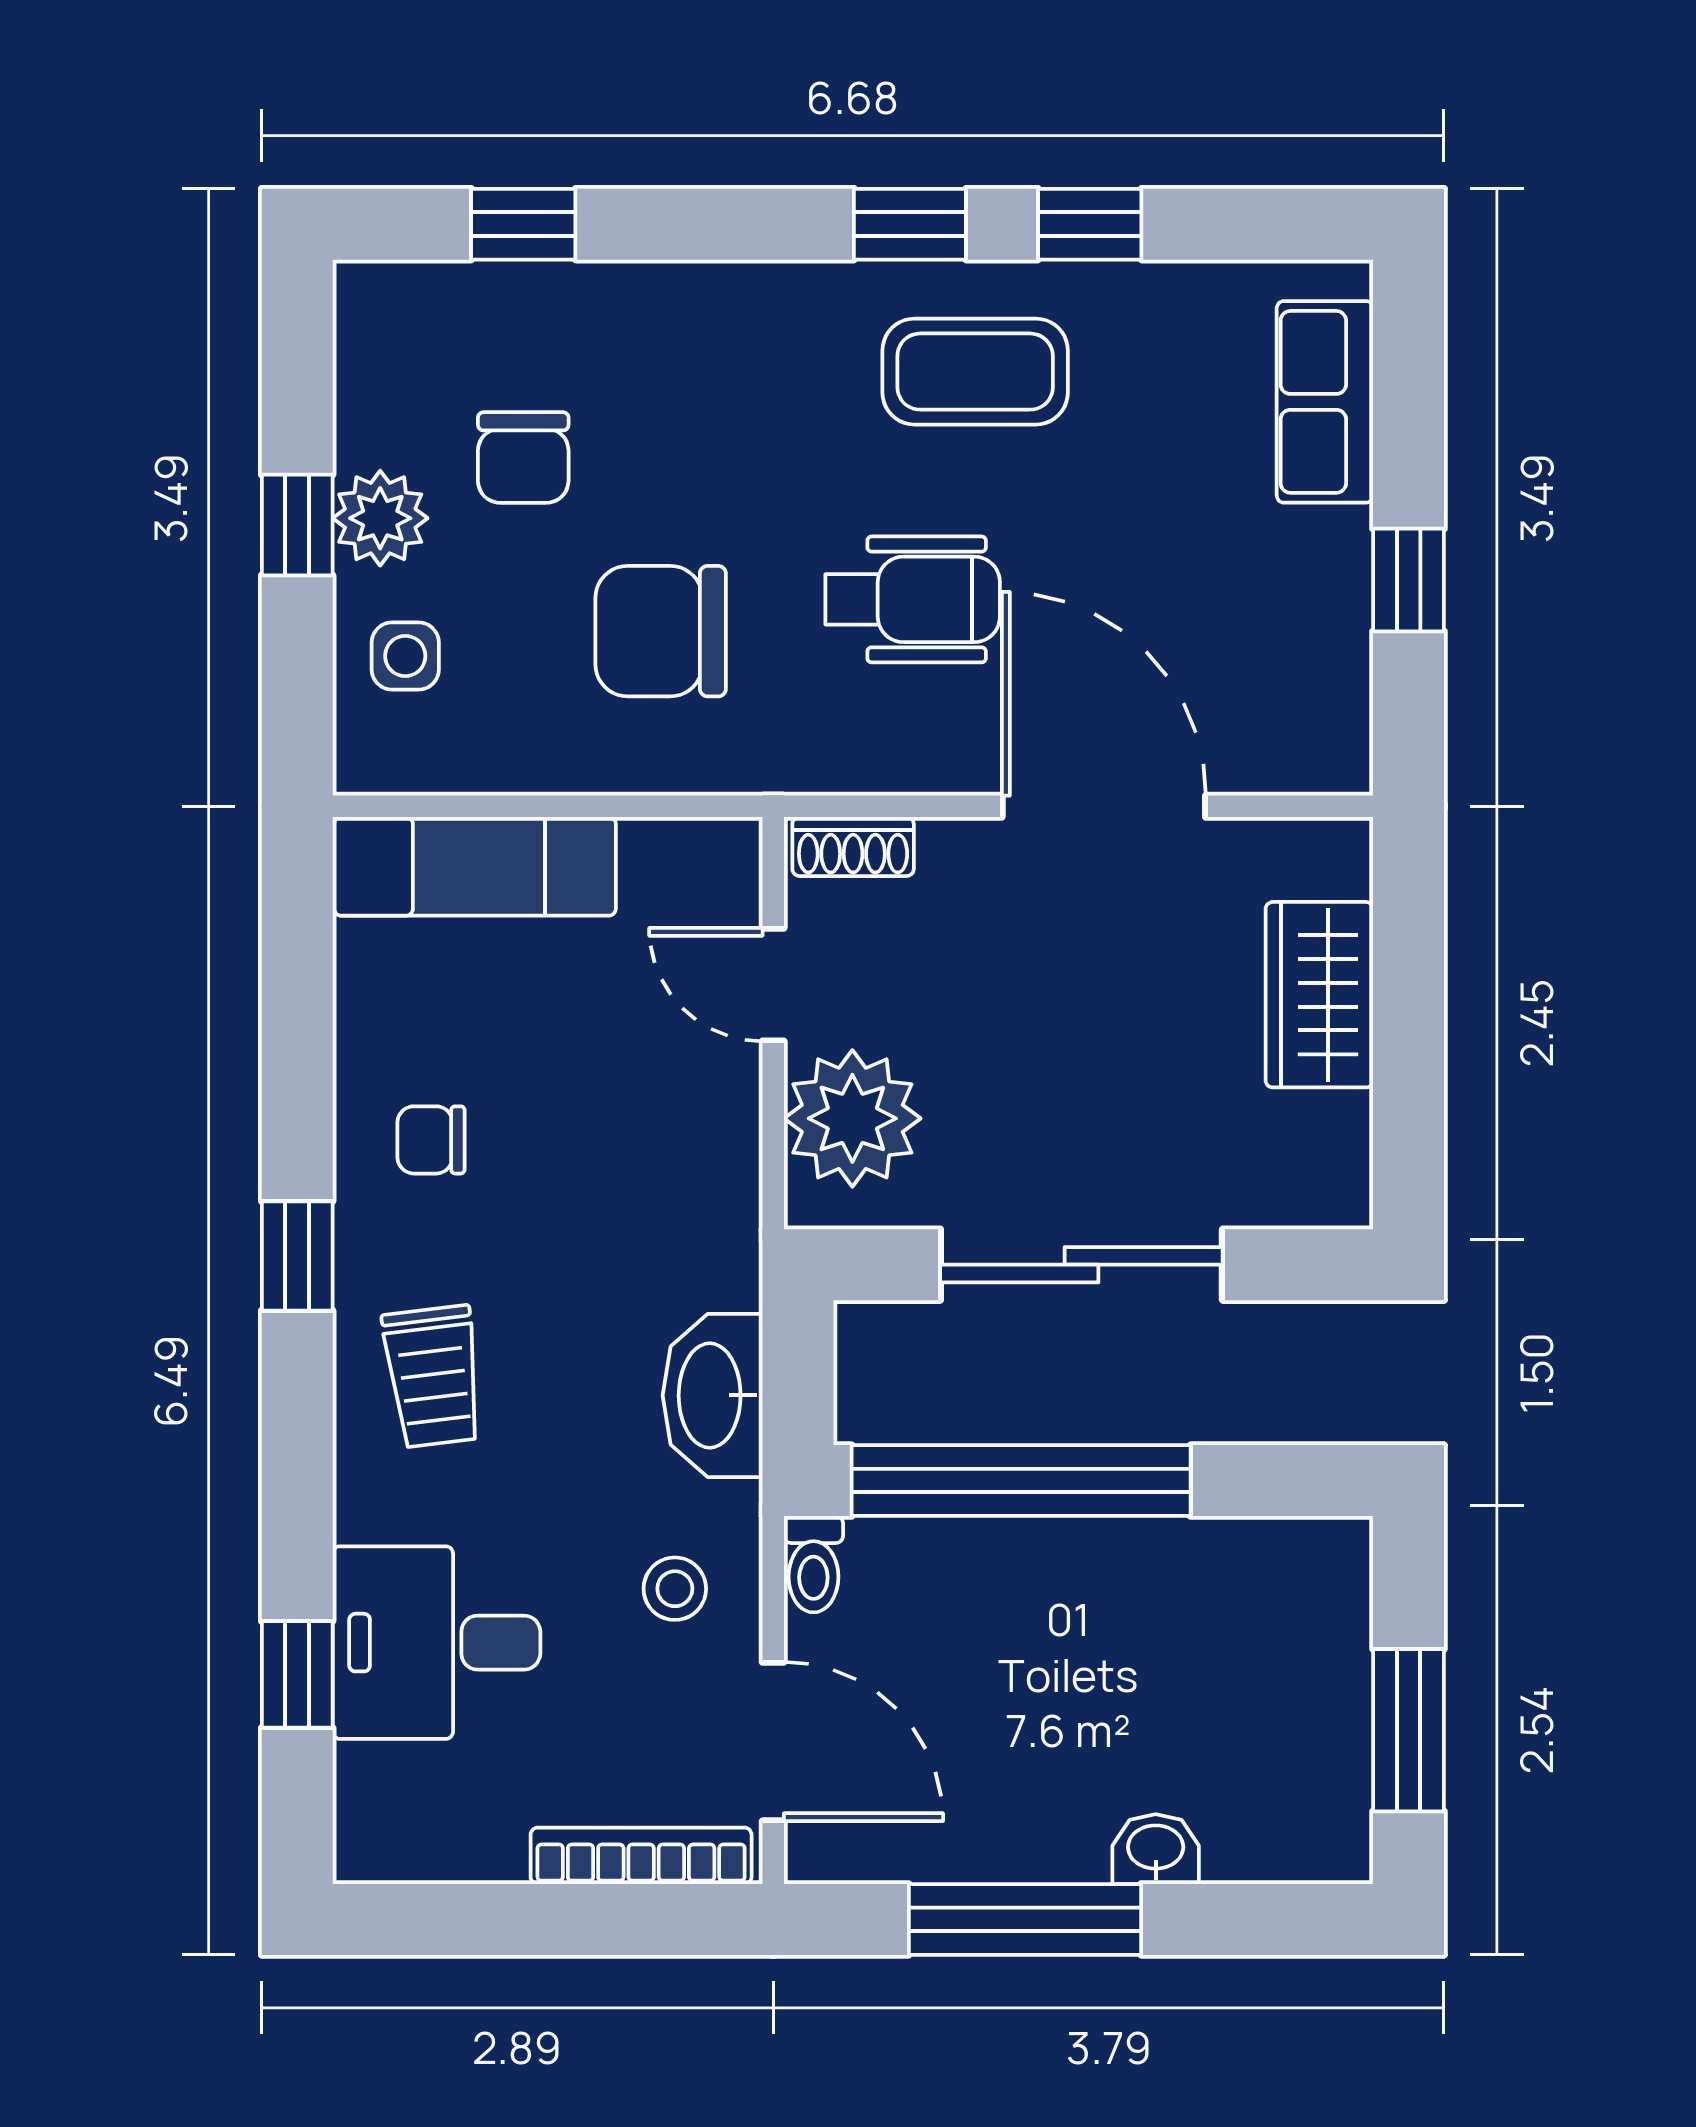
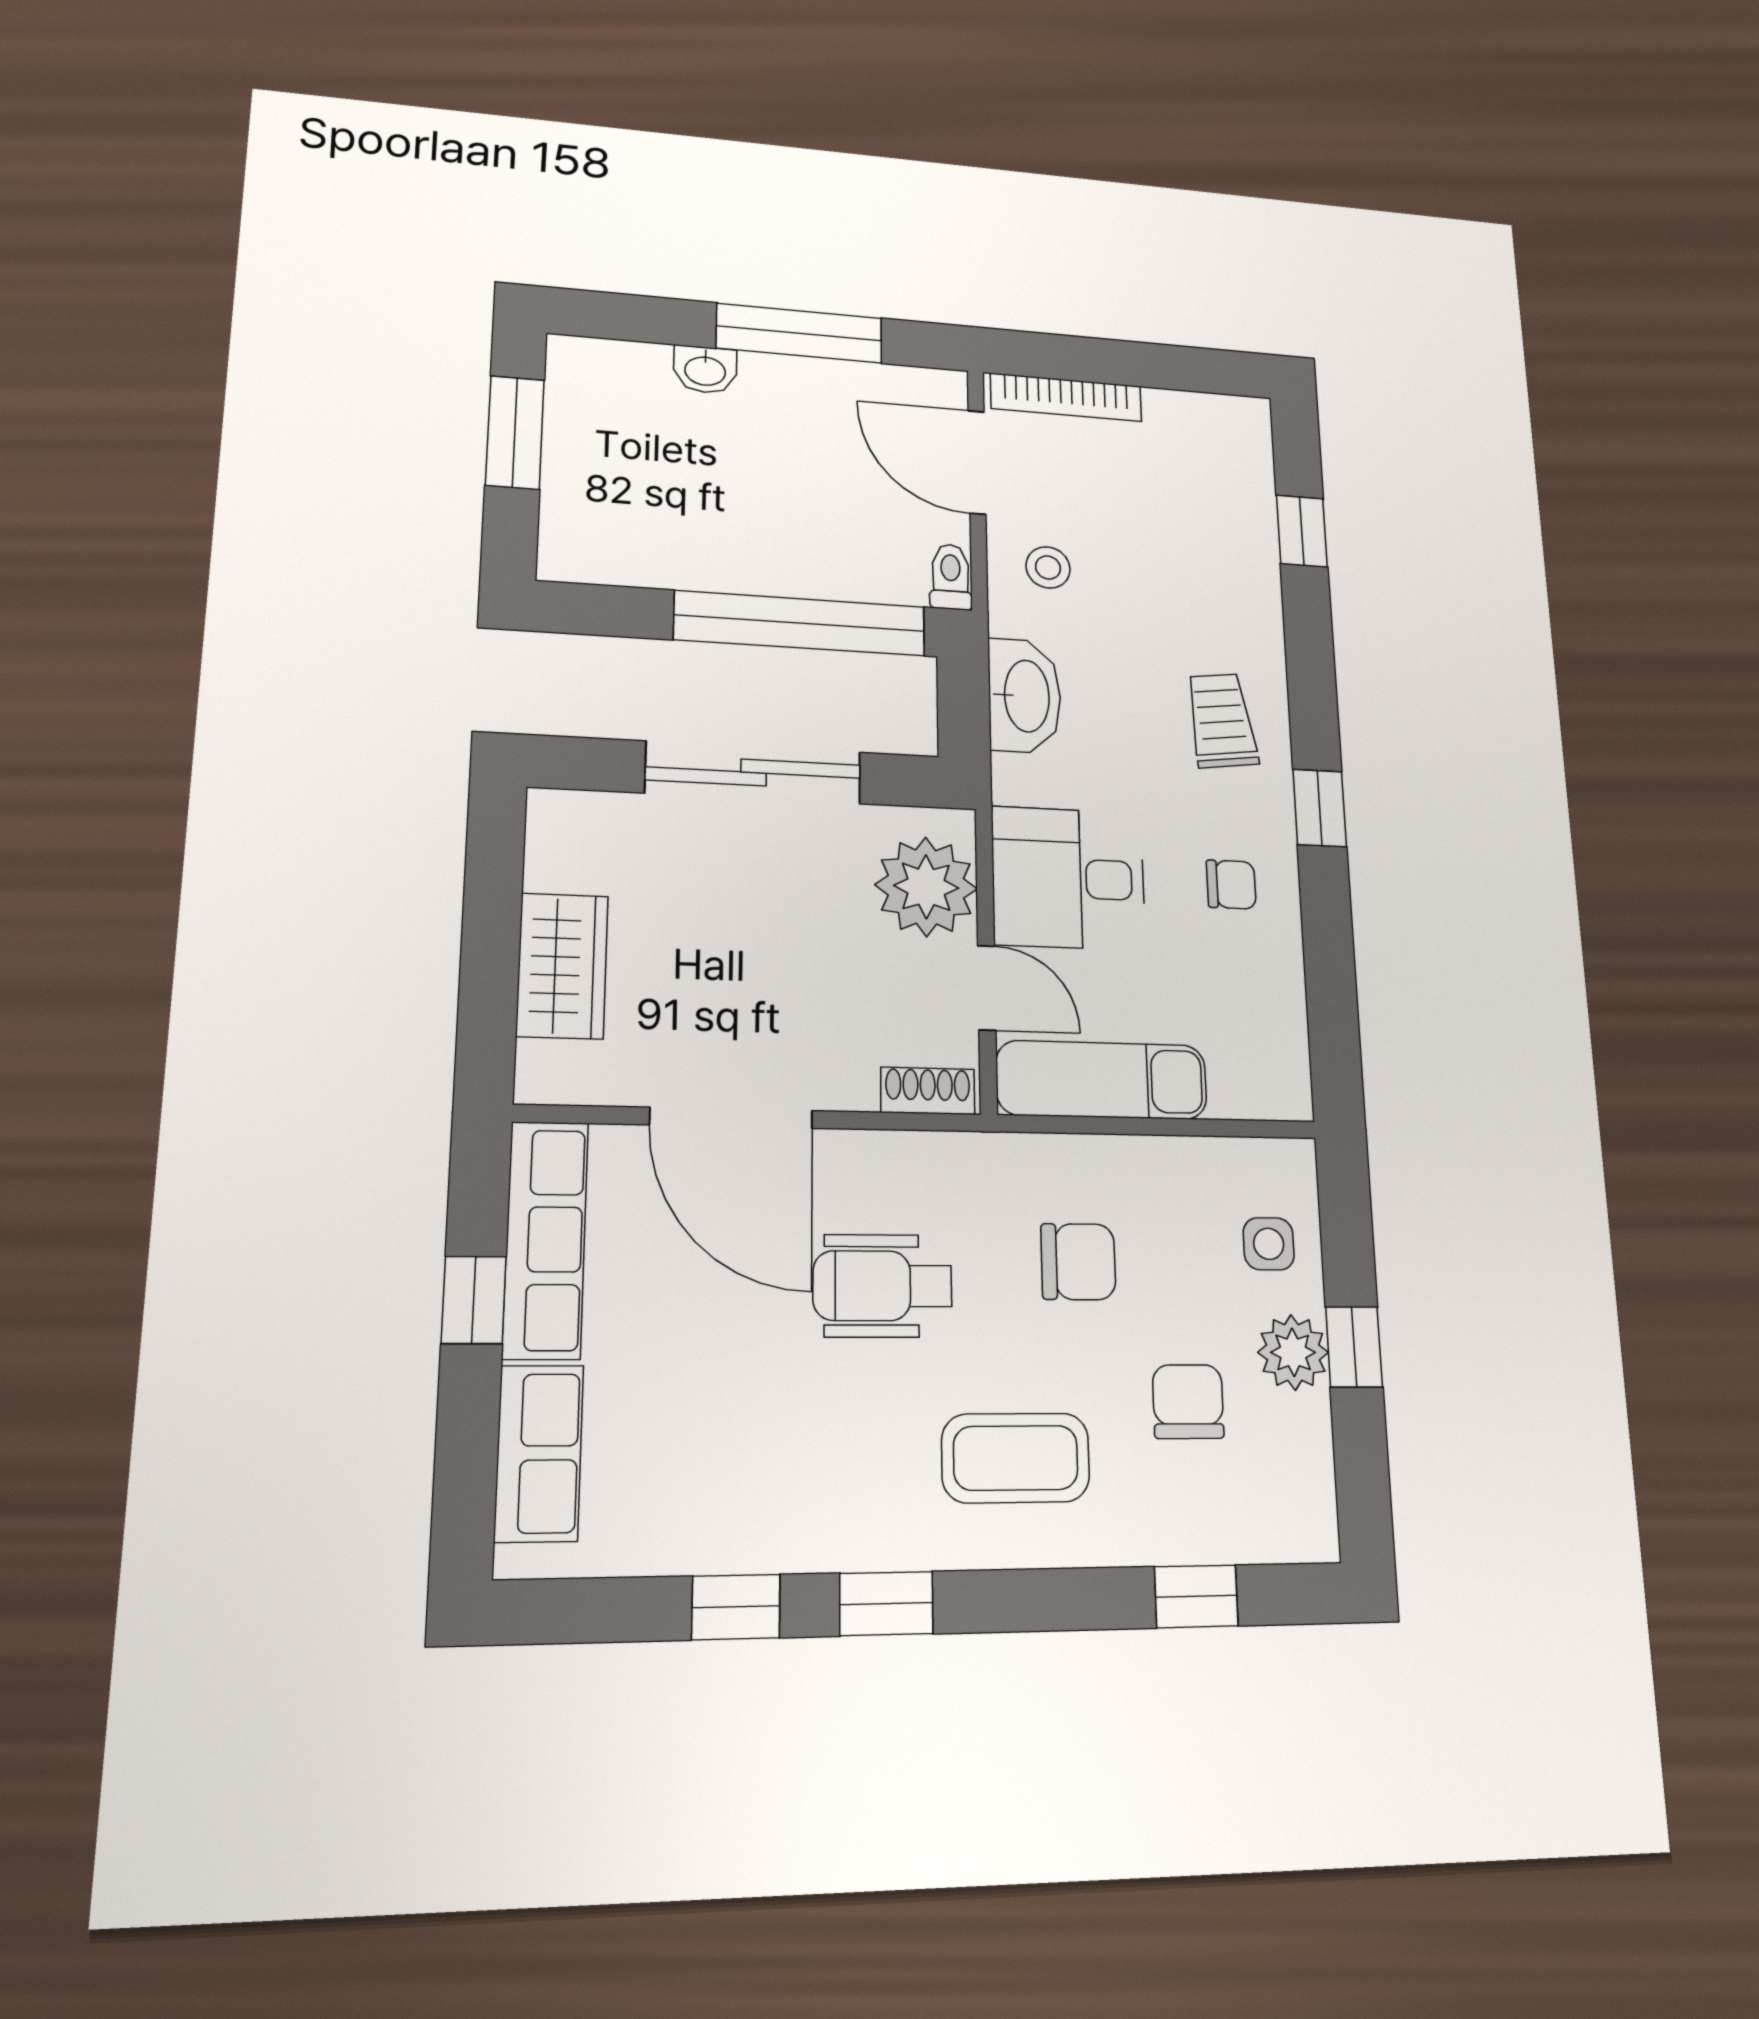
coffee table: (975, 372) -> (1016, 1458), moved
chair: (661, 631) -> (1078, 1262), width x0.73, depth x0.73
row of seats: (1327, 653) -> (546, 1239), added
exam couch: (475, 866) -> (1102, 1080), moved
desk: (436, 1643) -> (1068, 878), moved, turned 180

